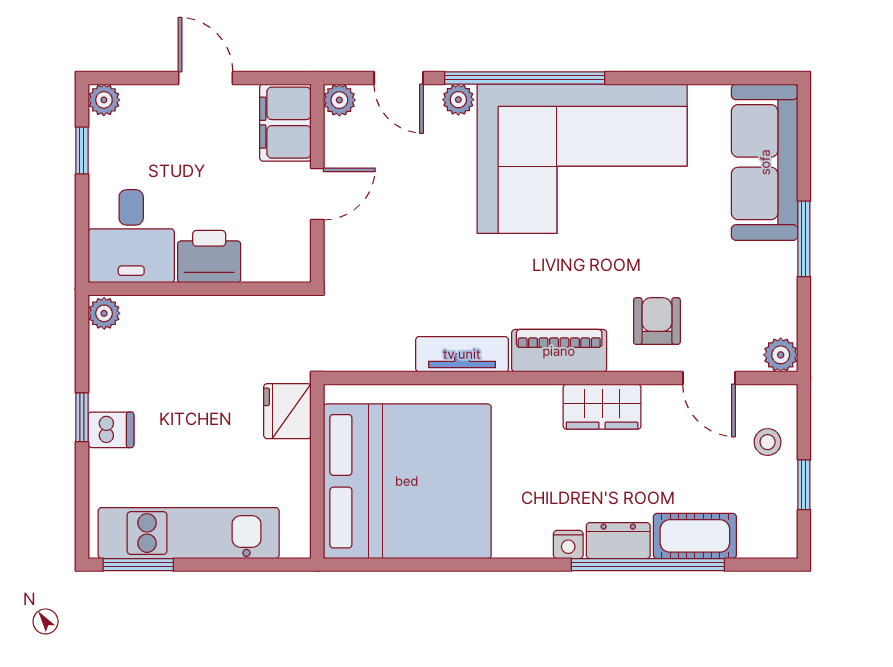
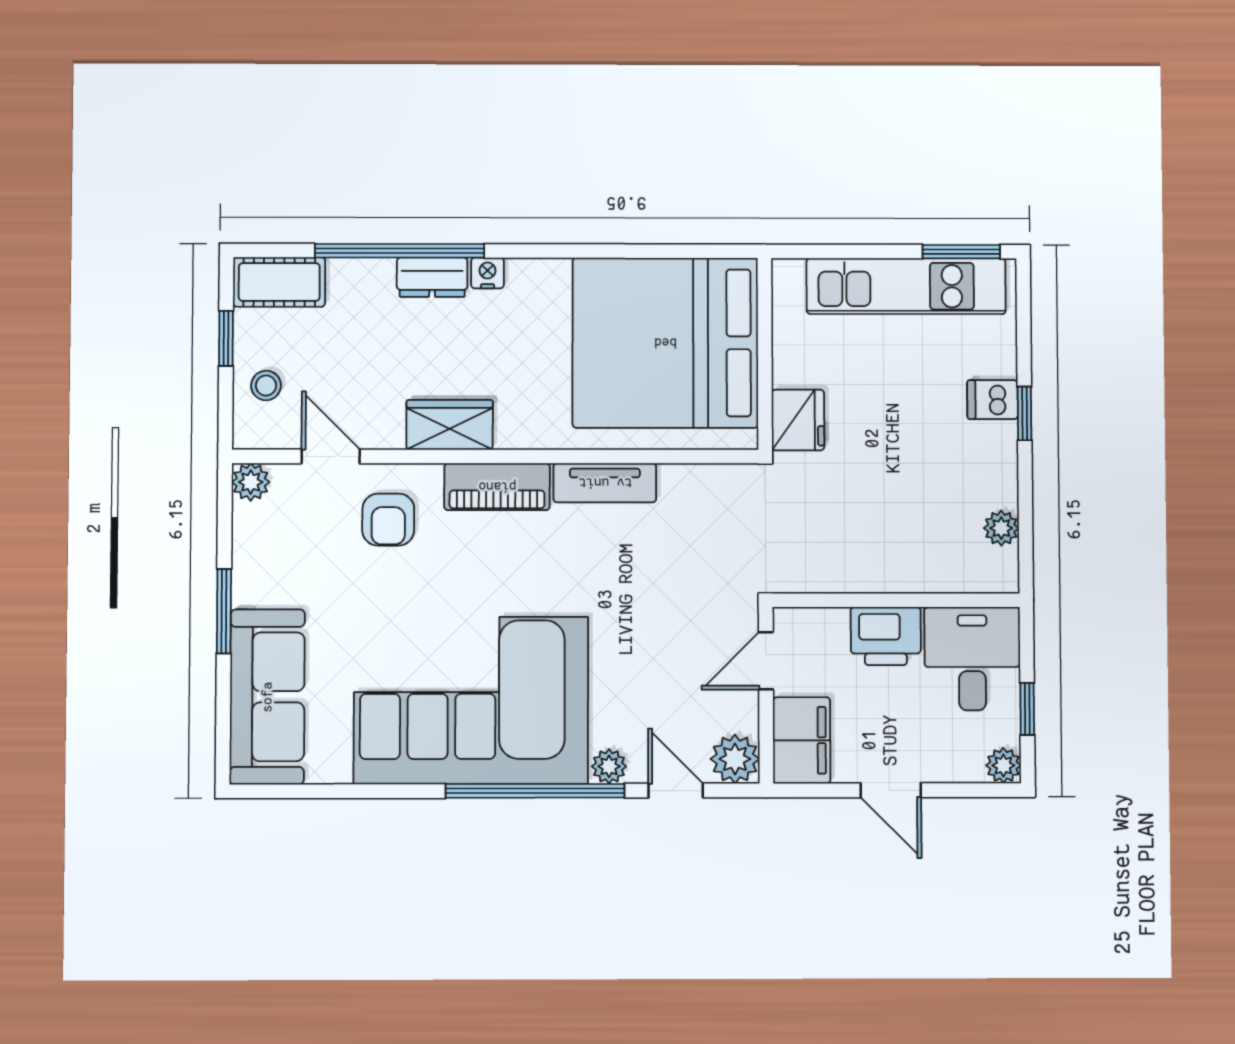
plant: (339, 100) -> (735, 759), width x1.38, depth x1.38
desk: (131, 236) -> (972, 659), moved
printer: (209, 257) -> (886, 636), moved
wall: (200, 289) -> (896, 600), moved
cot: (695, 536) -> (279, 282), moved

